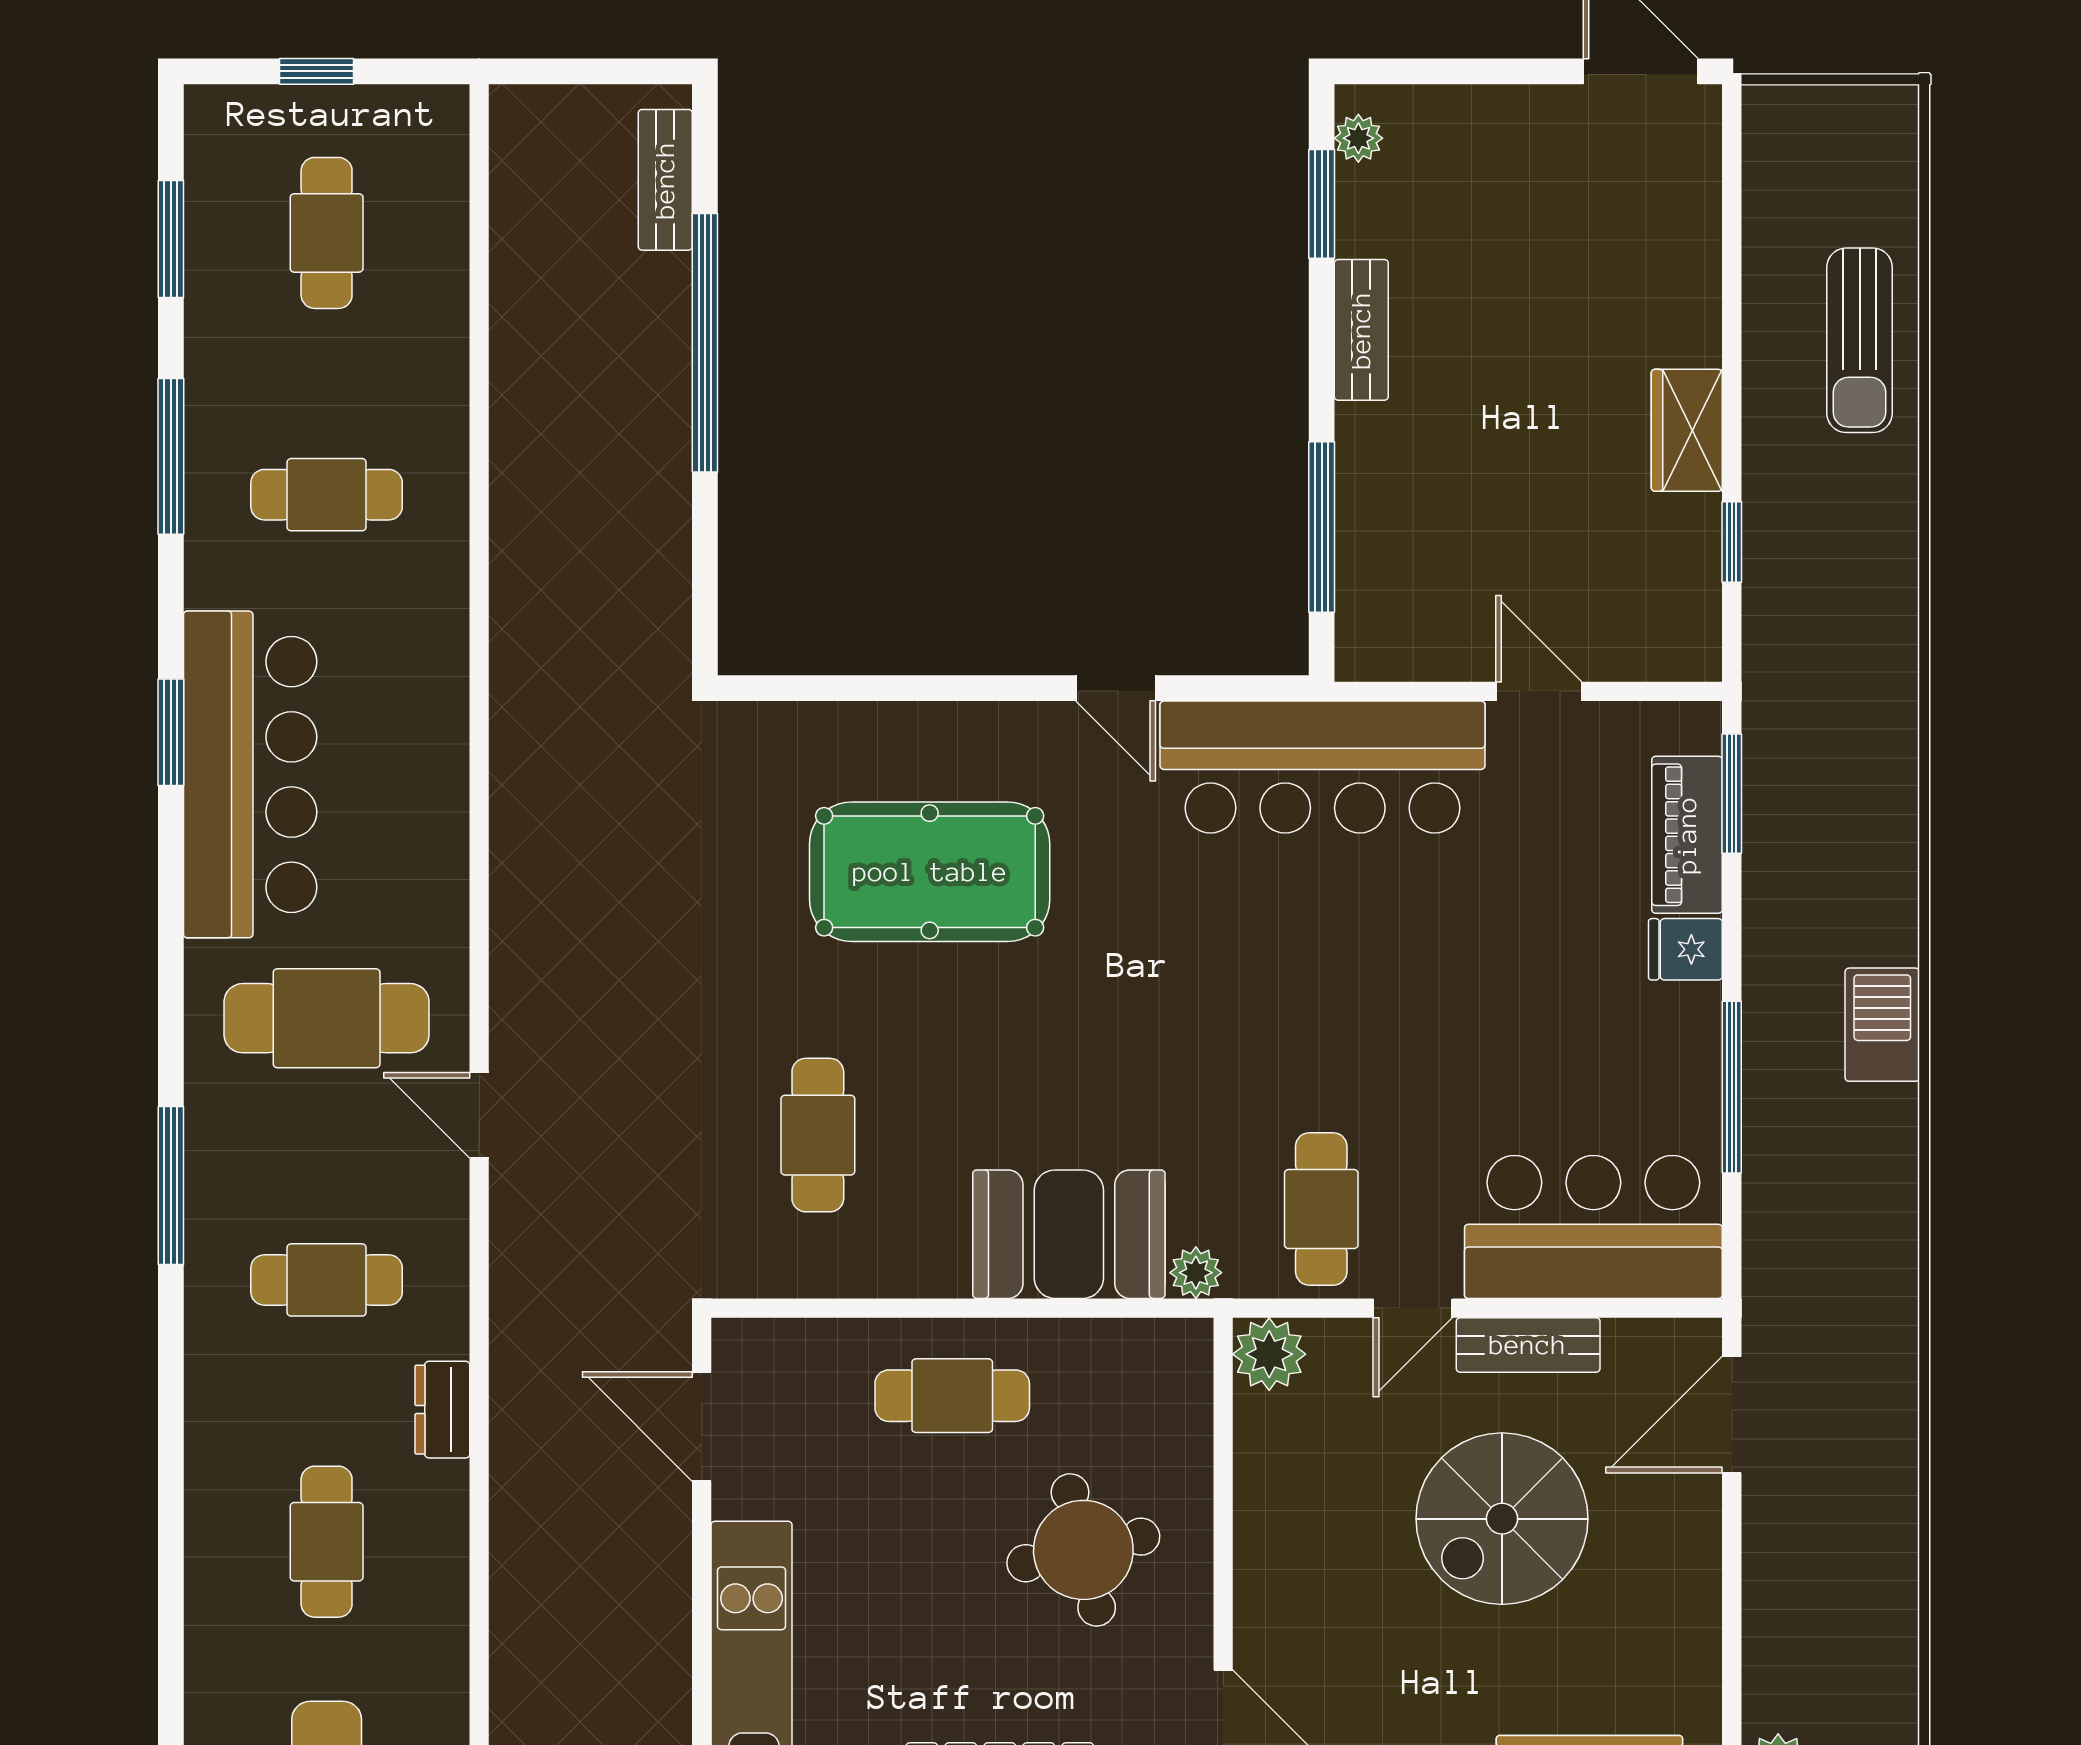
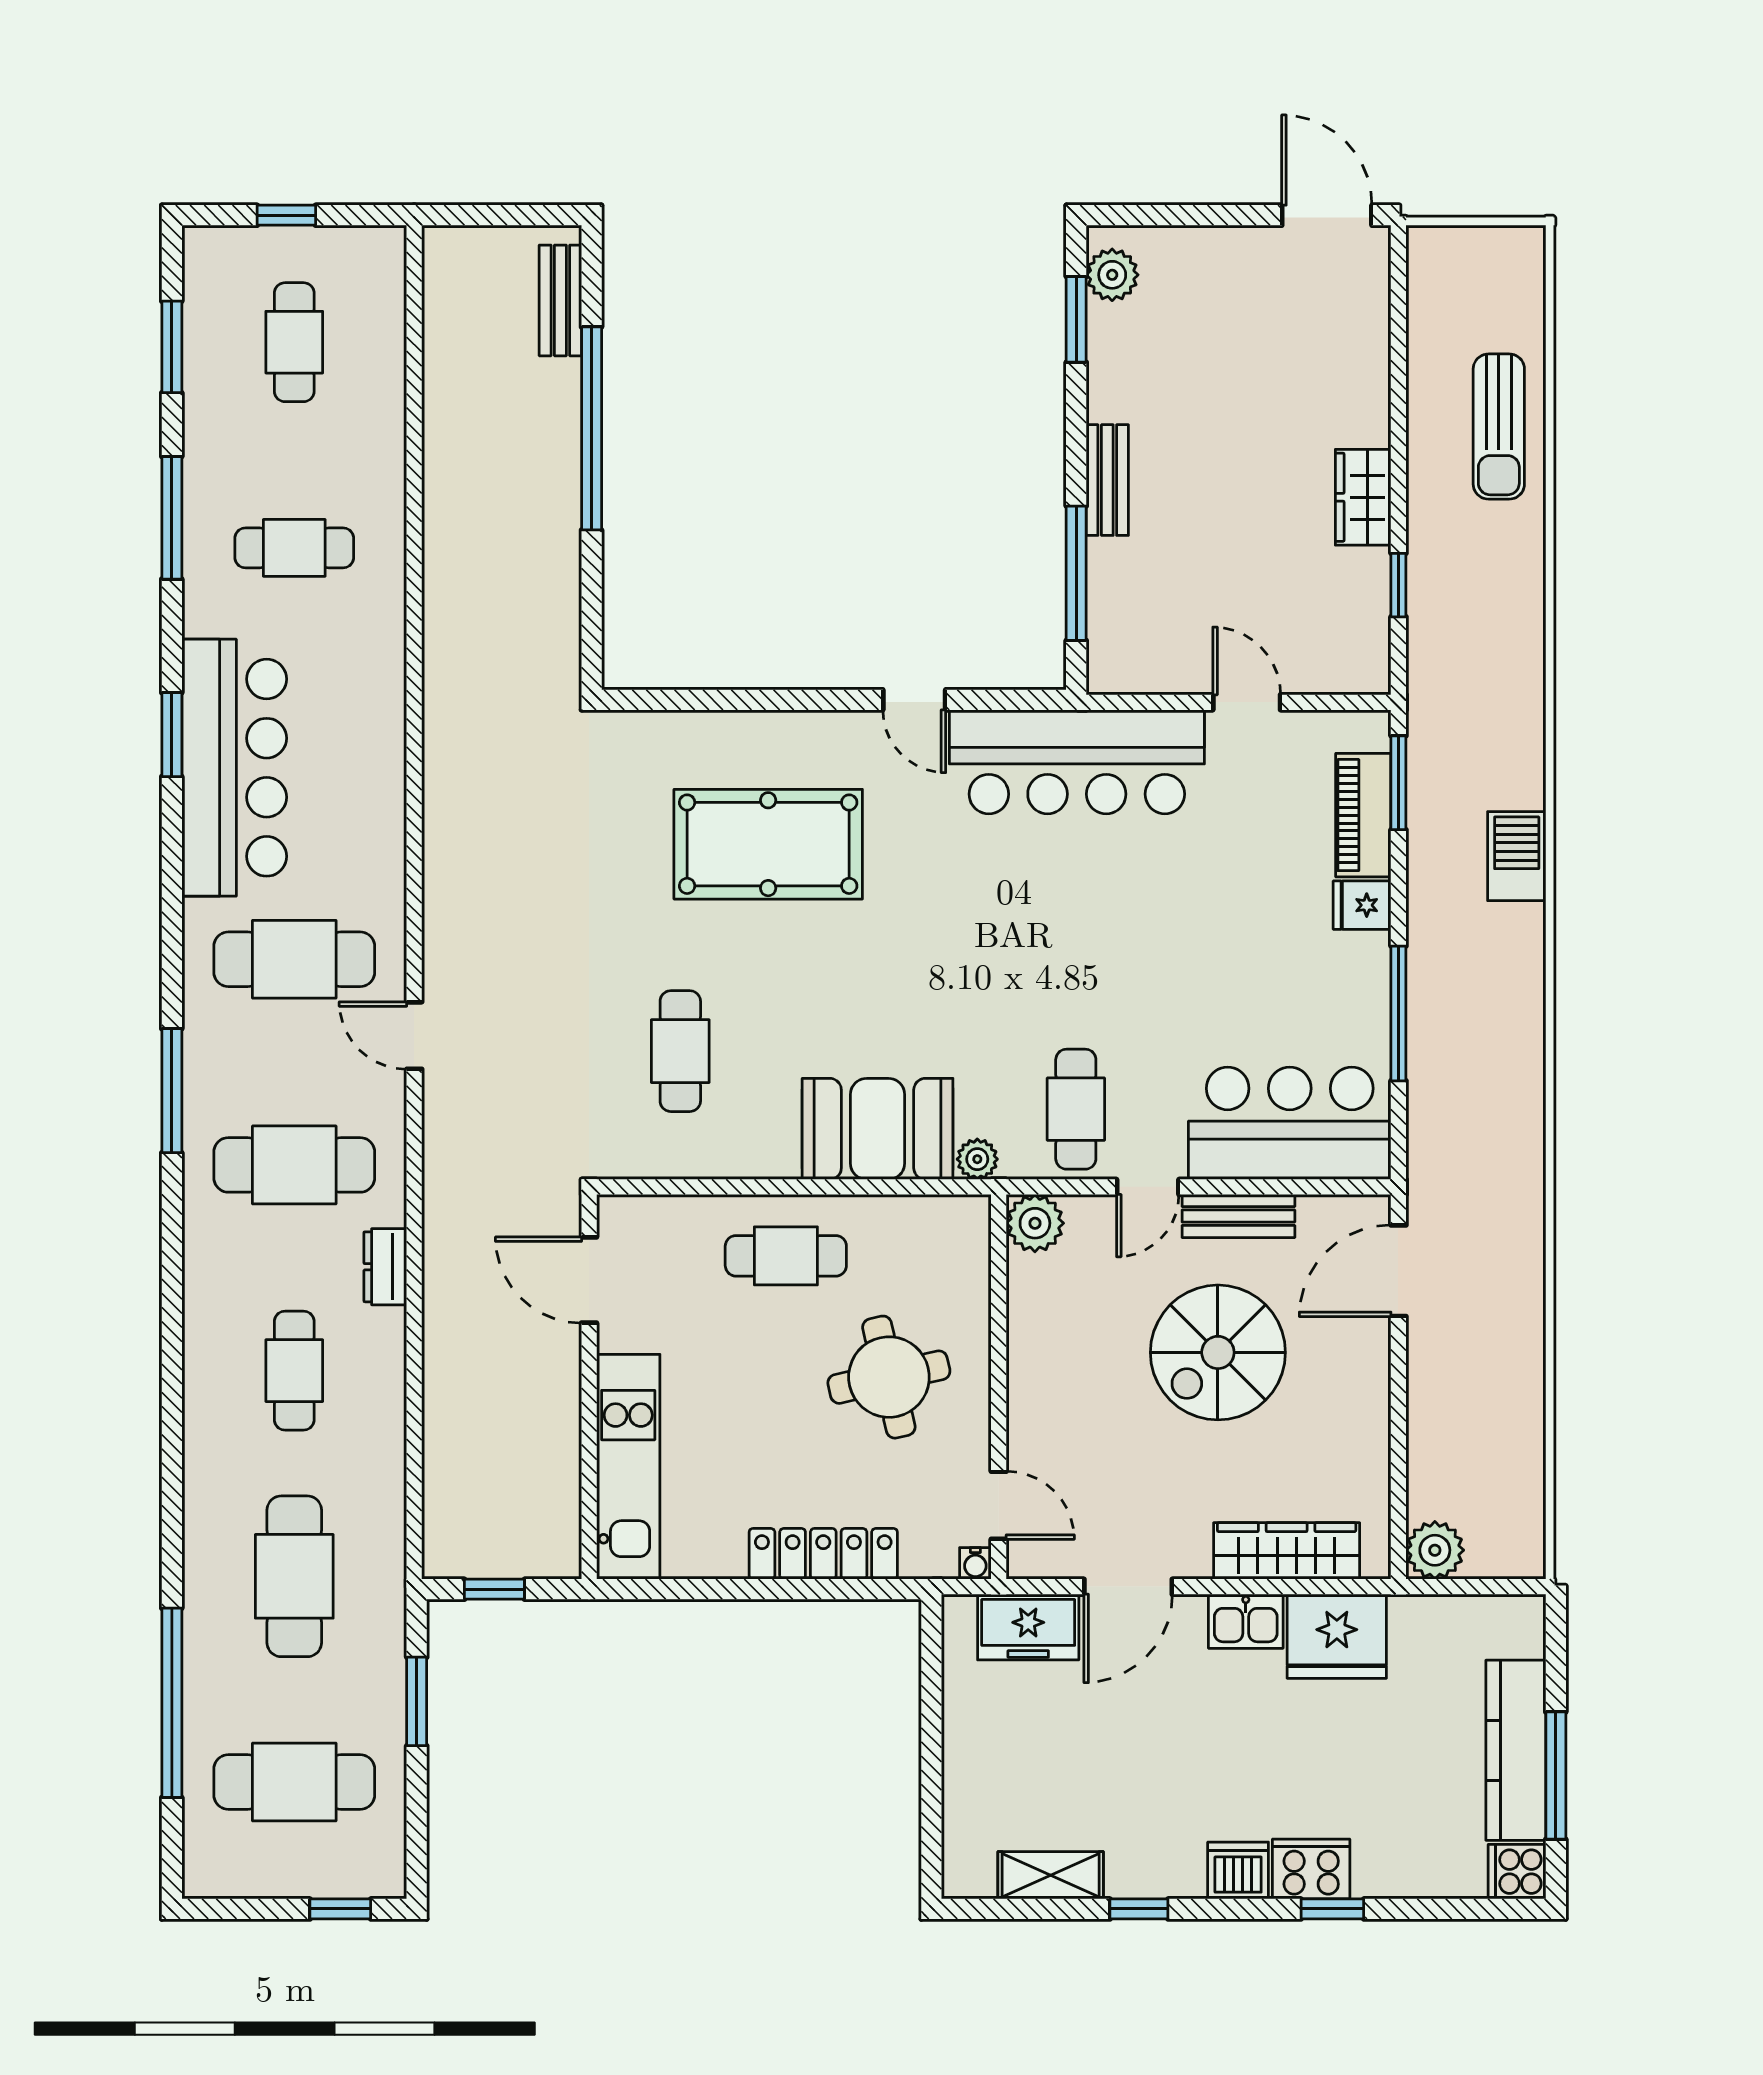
plant: (1358, 138) -> (1112, 275), width x1.38, depth x1.38
bench: (1361, 330) -> (1107, 480), moved
barbecue: (1882, 1025) -> (1517, 856), moved
cafe table: (327, 1280) -> (294, 1165), width x1.37, depth x1.35

